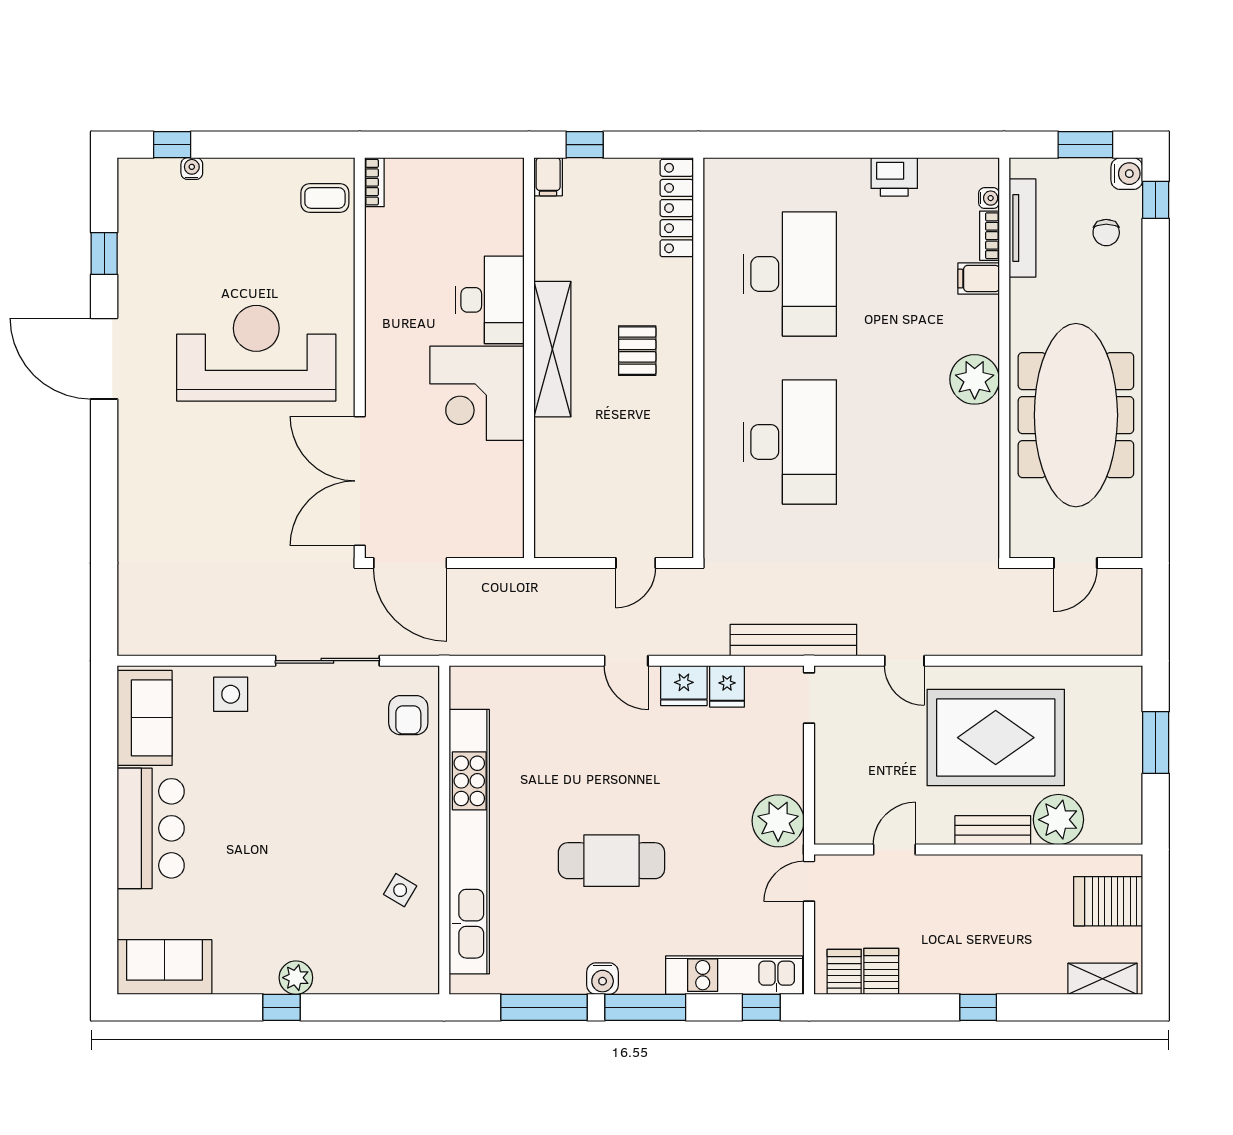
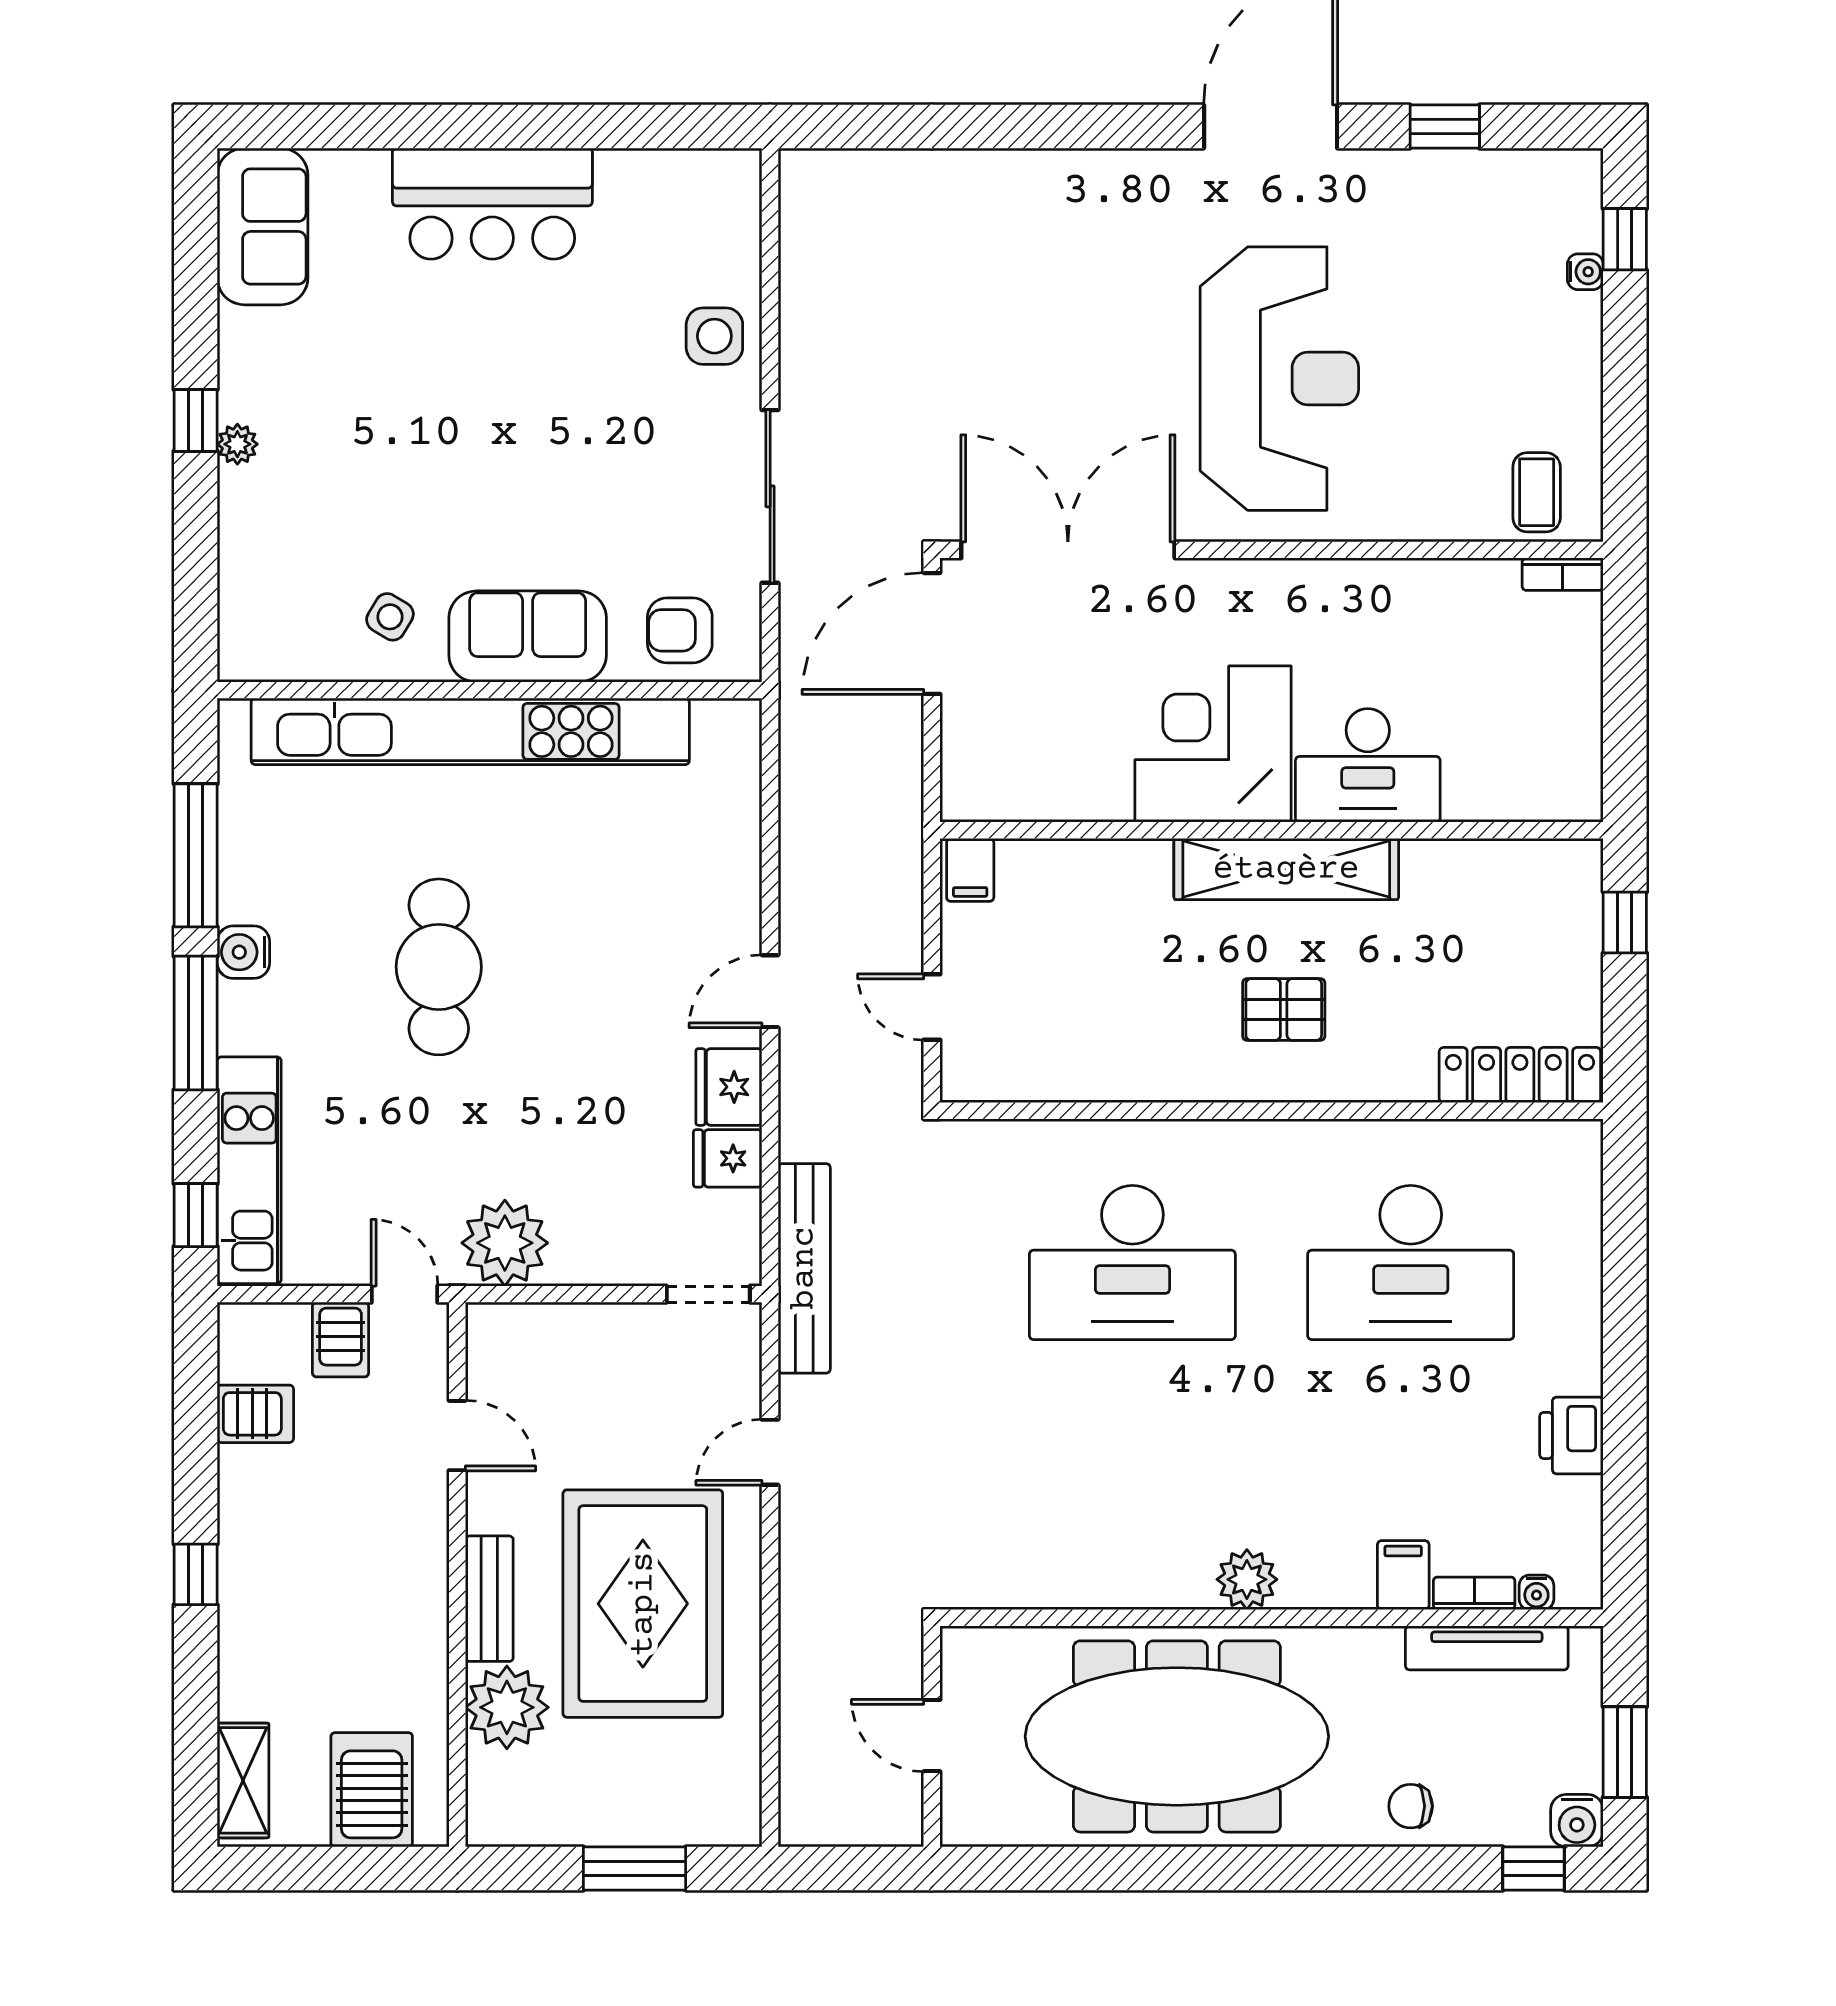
filing cabinet: (548, 177) -> (970, 870), moved, turned -90
chair: (1106, 233) -> (1411, 1806), moved
plant: (975, 379) -> (1247, 1579), width x0.73, depth x0.73
sofa: (145, 718) -> (528, 636), moved, turned 180
server rack: (844, 972) -> (341, 1340), moved, turned 90
plant: (296, 978) -> (237, 444), width x0.73, depth x0.73

